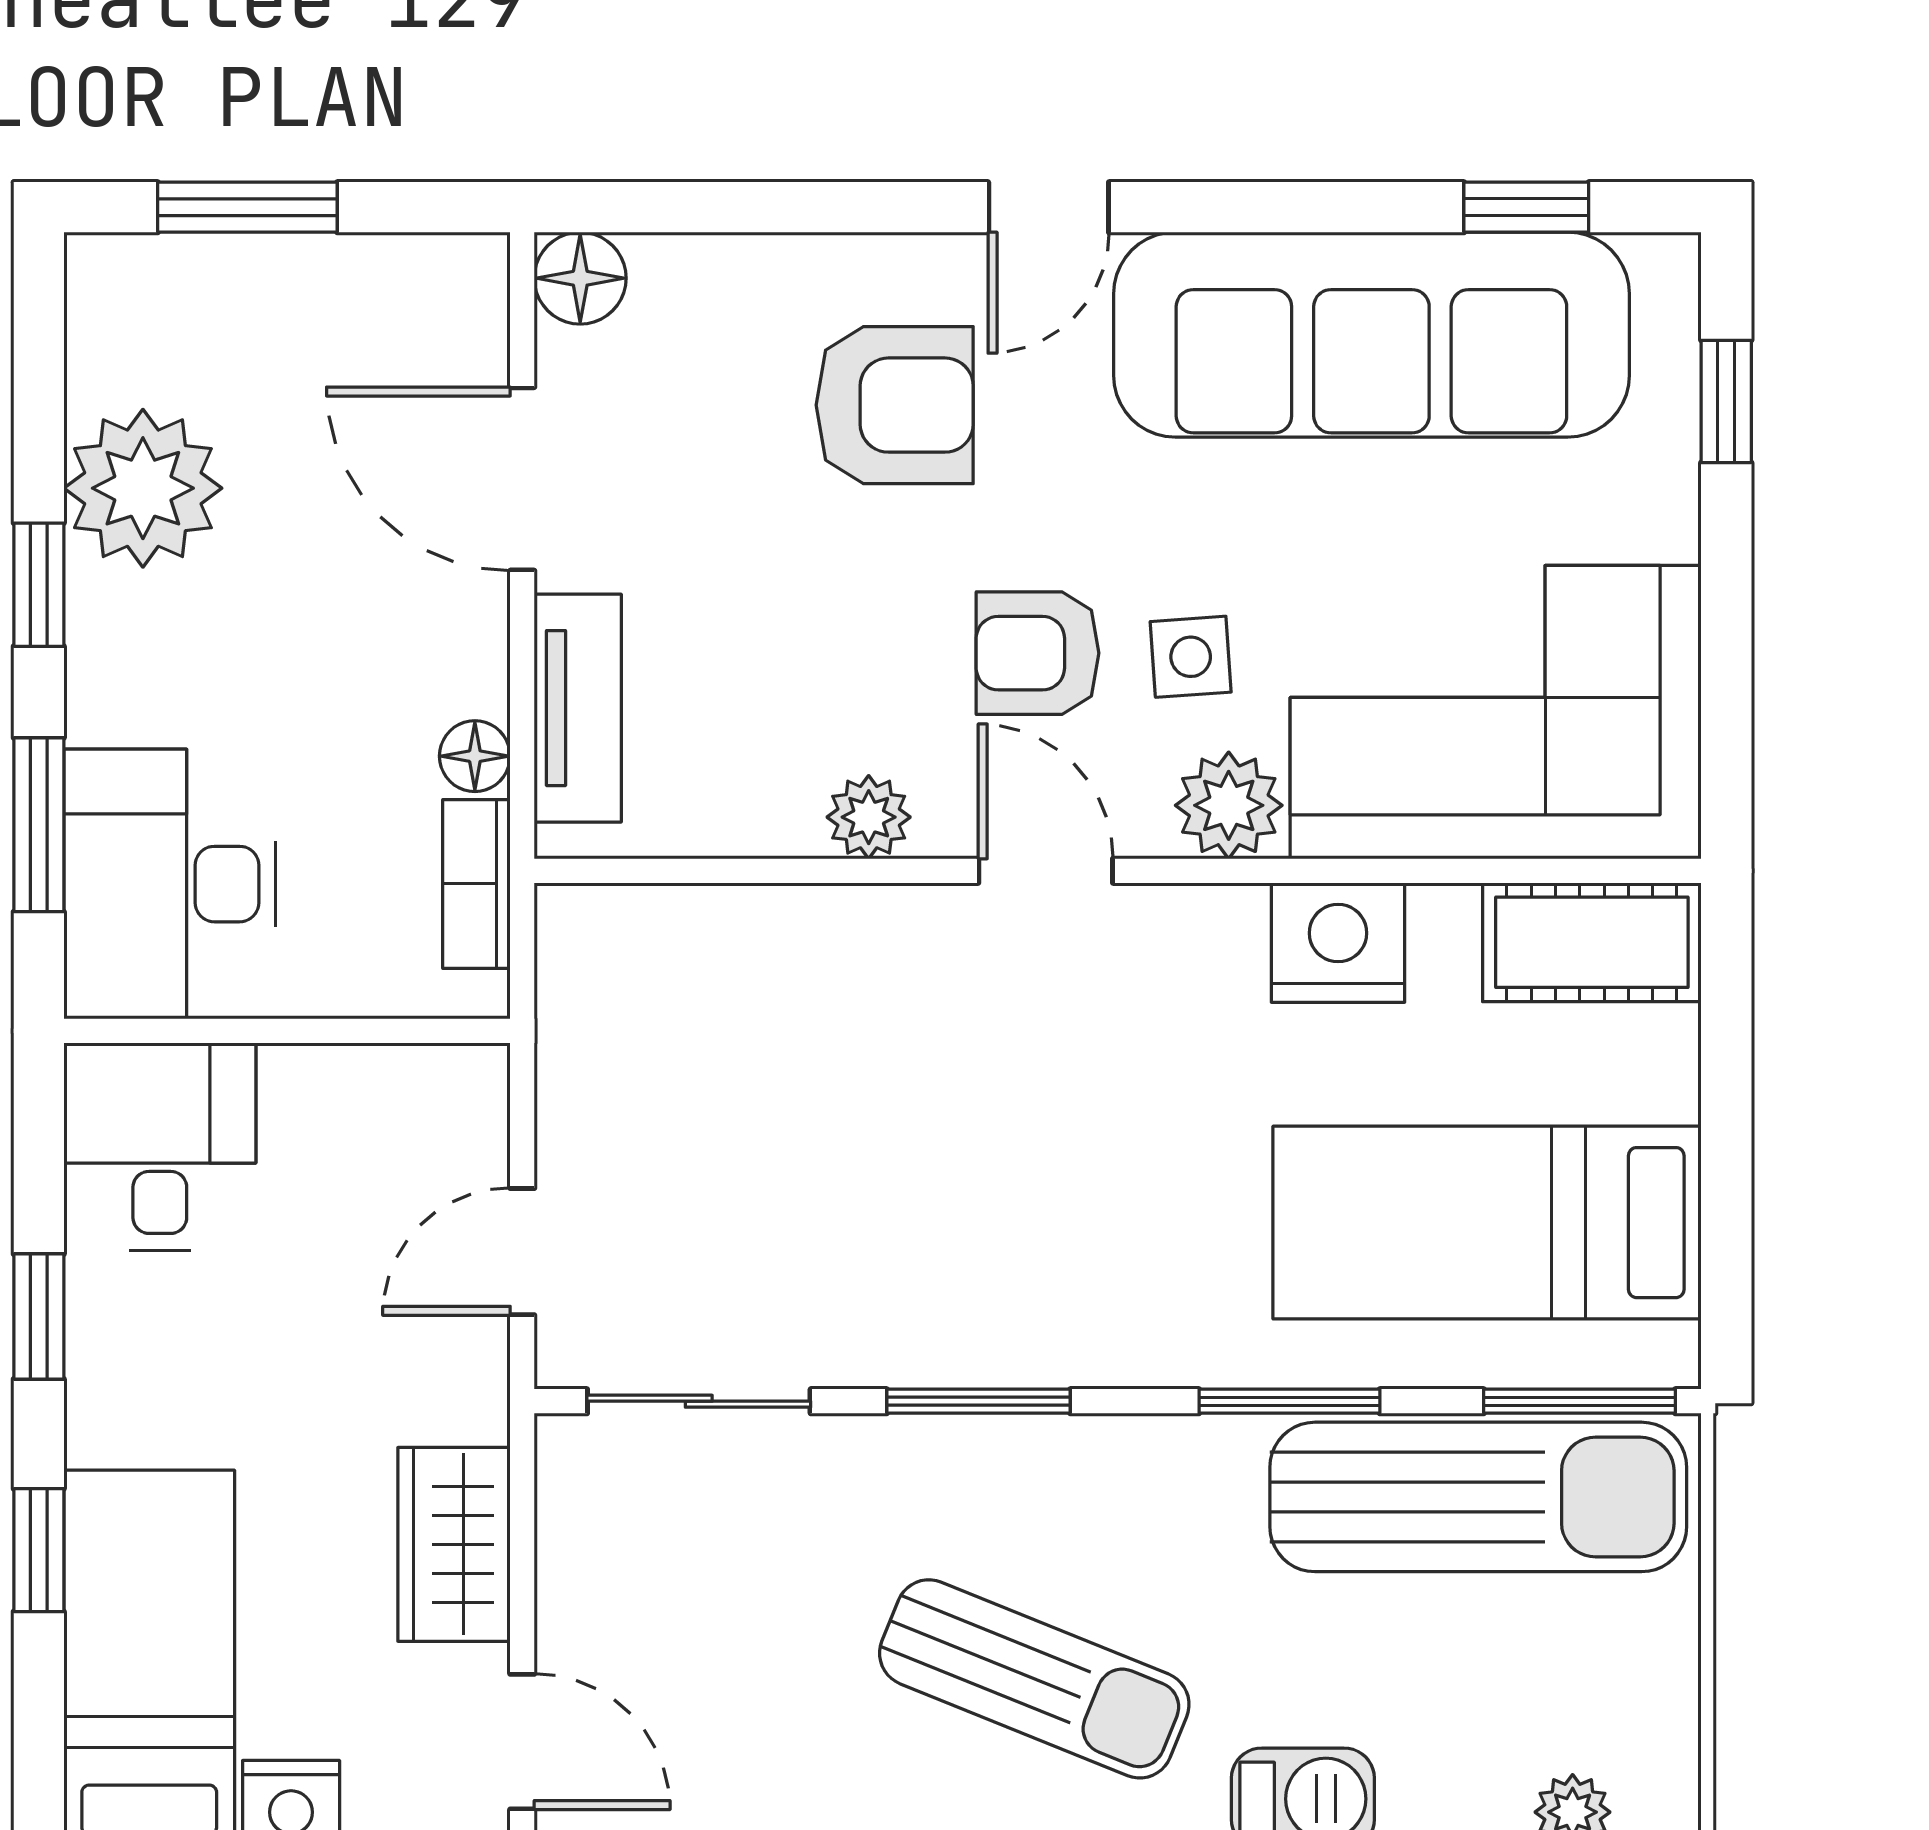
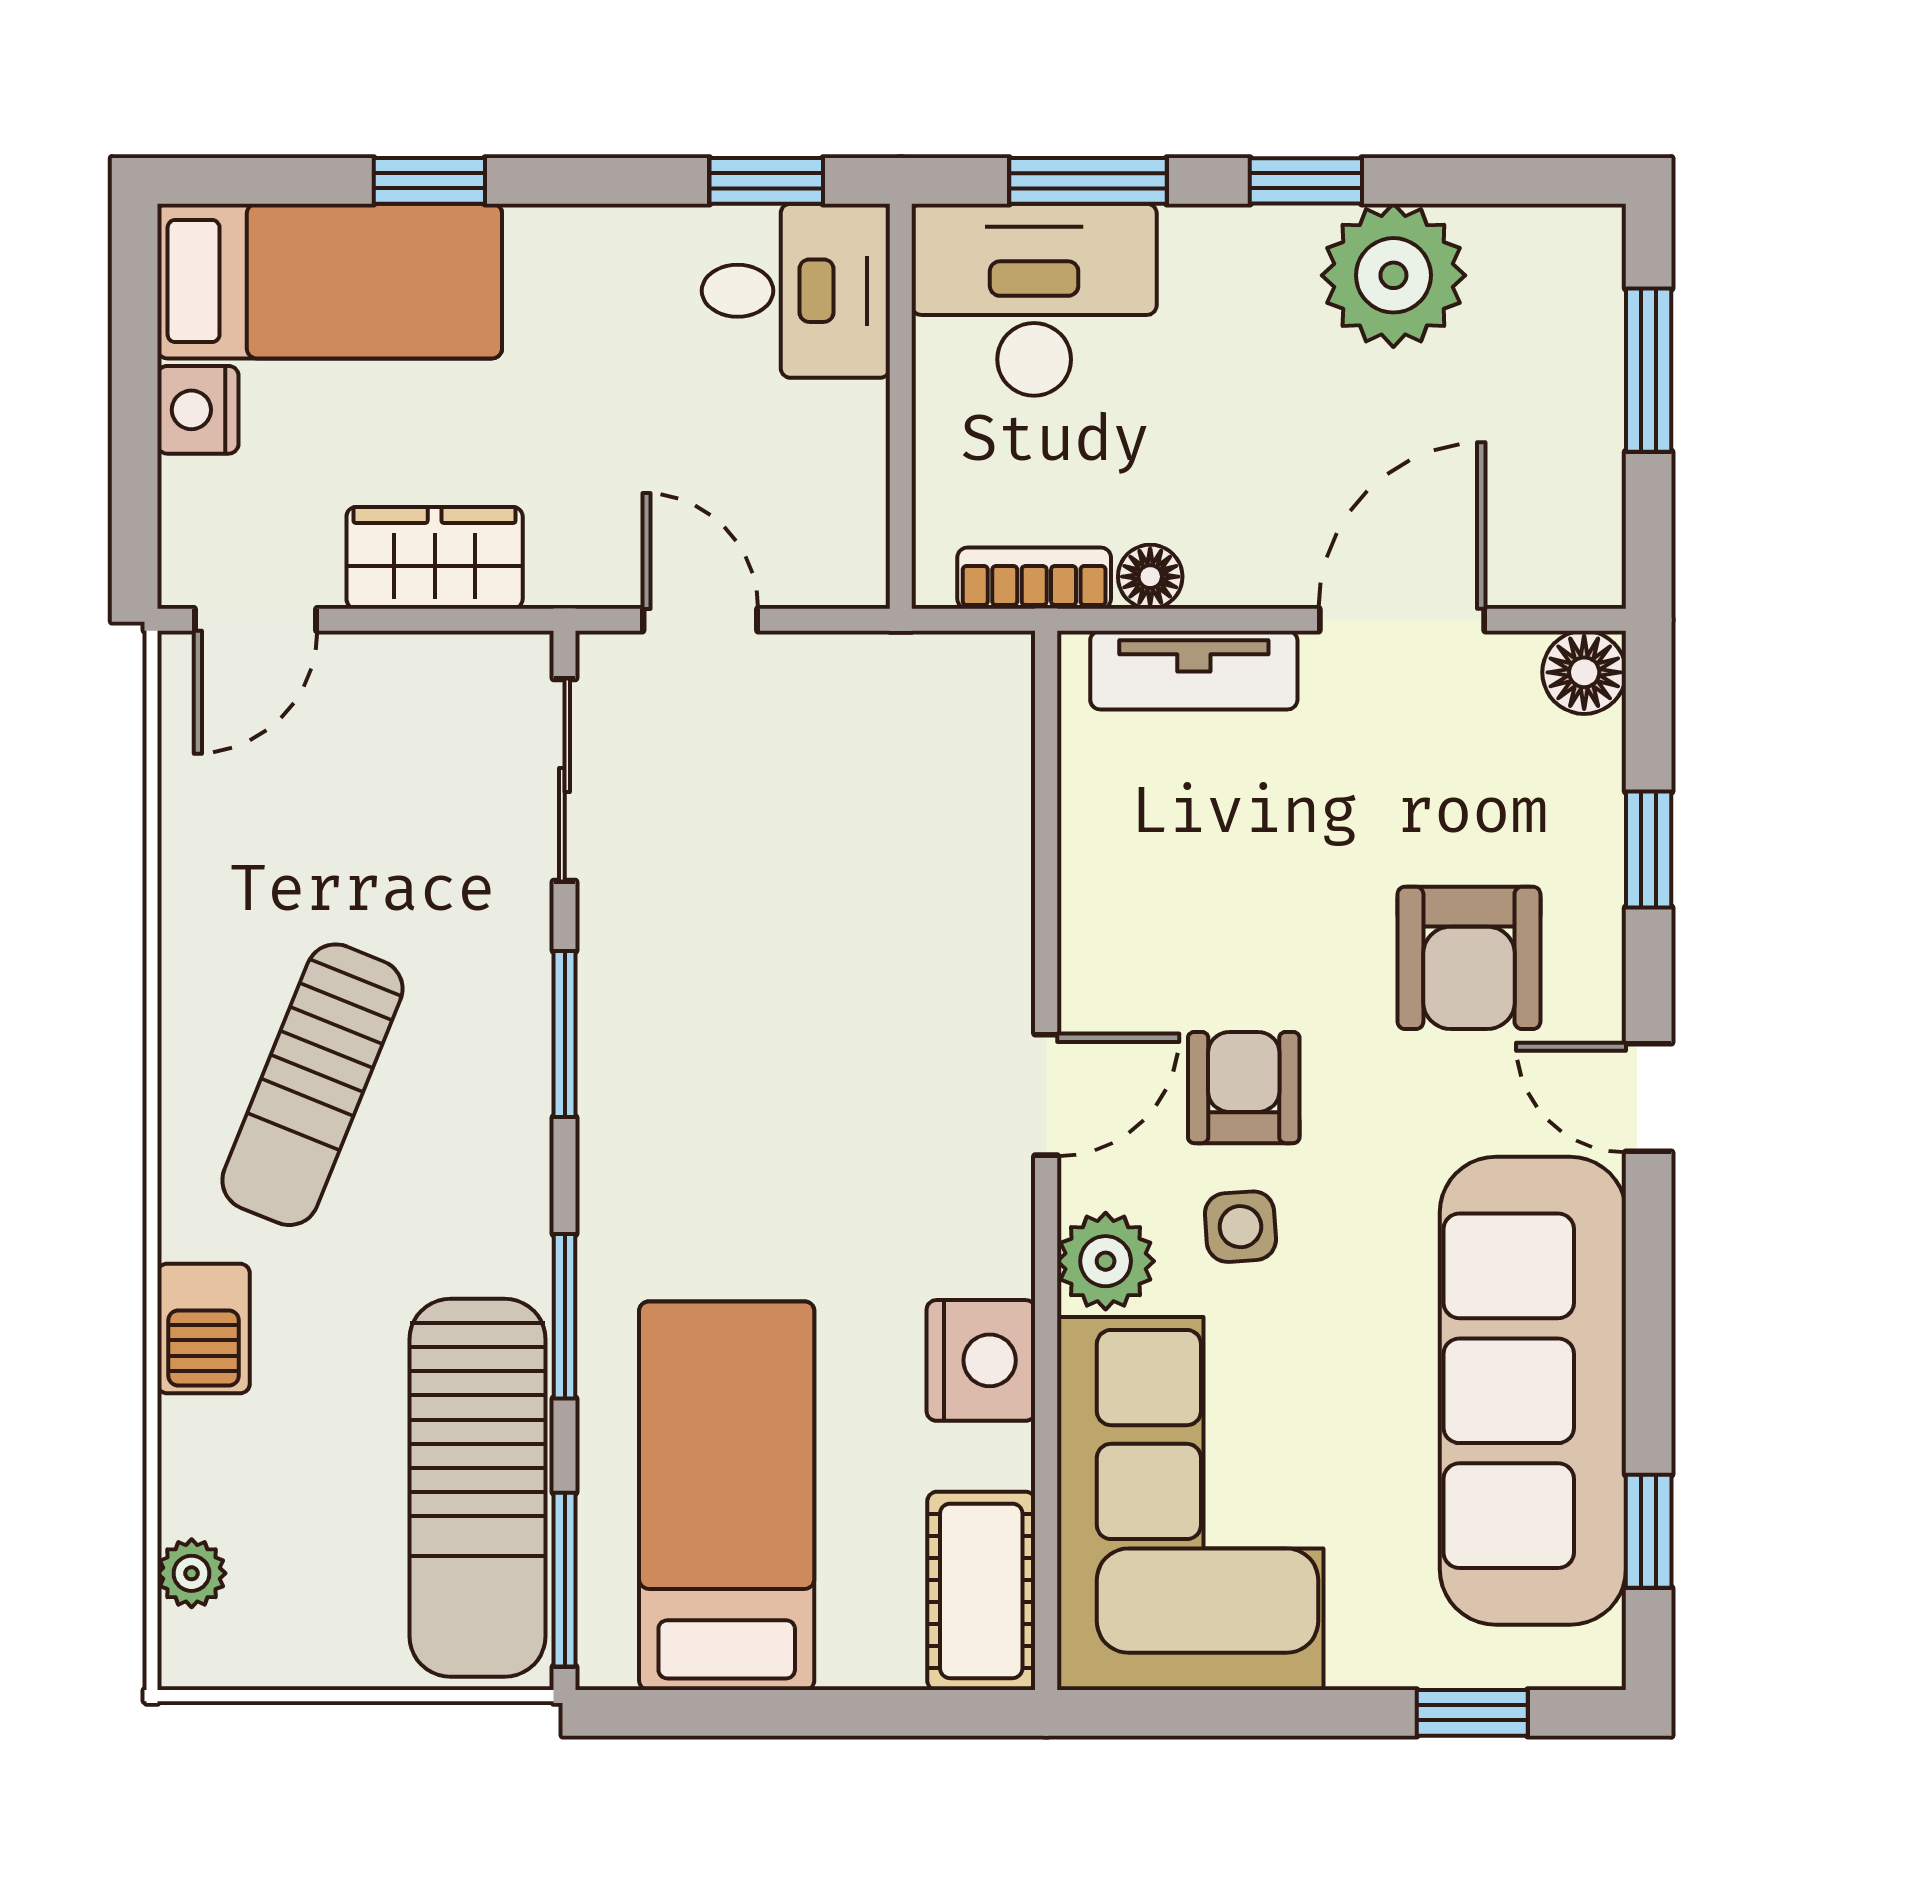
window: (775, 207) -> (1649, 850), added
plant: (869, 817) -> (1095, 934), removed
window: (39, 1317) -> (766, 181), moved

